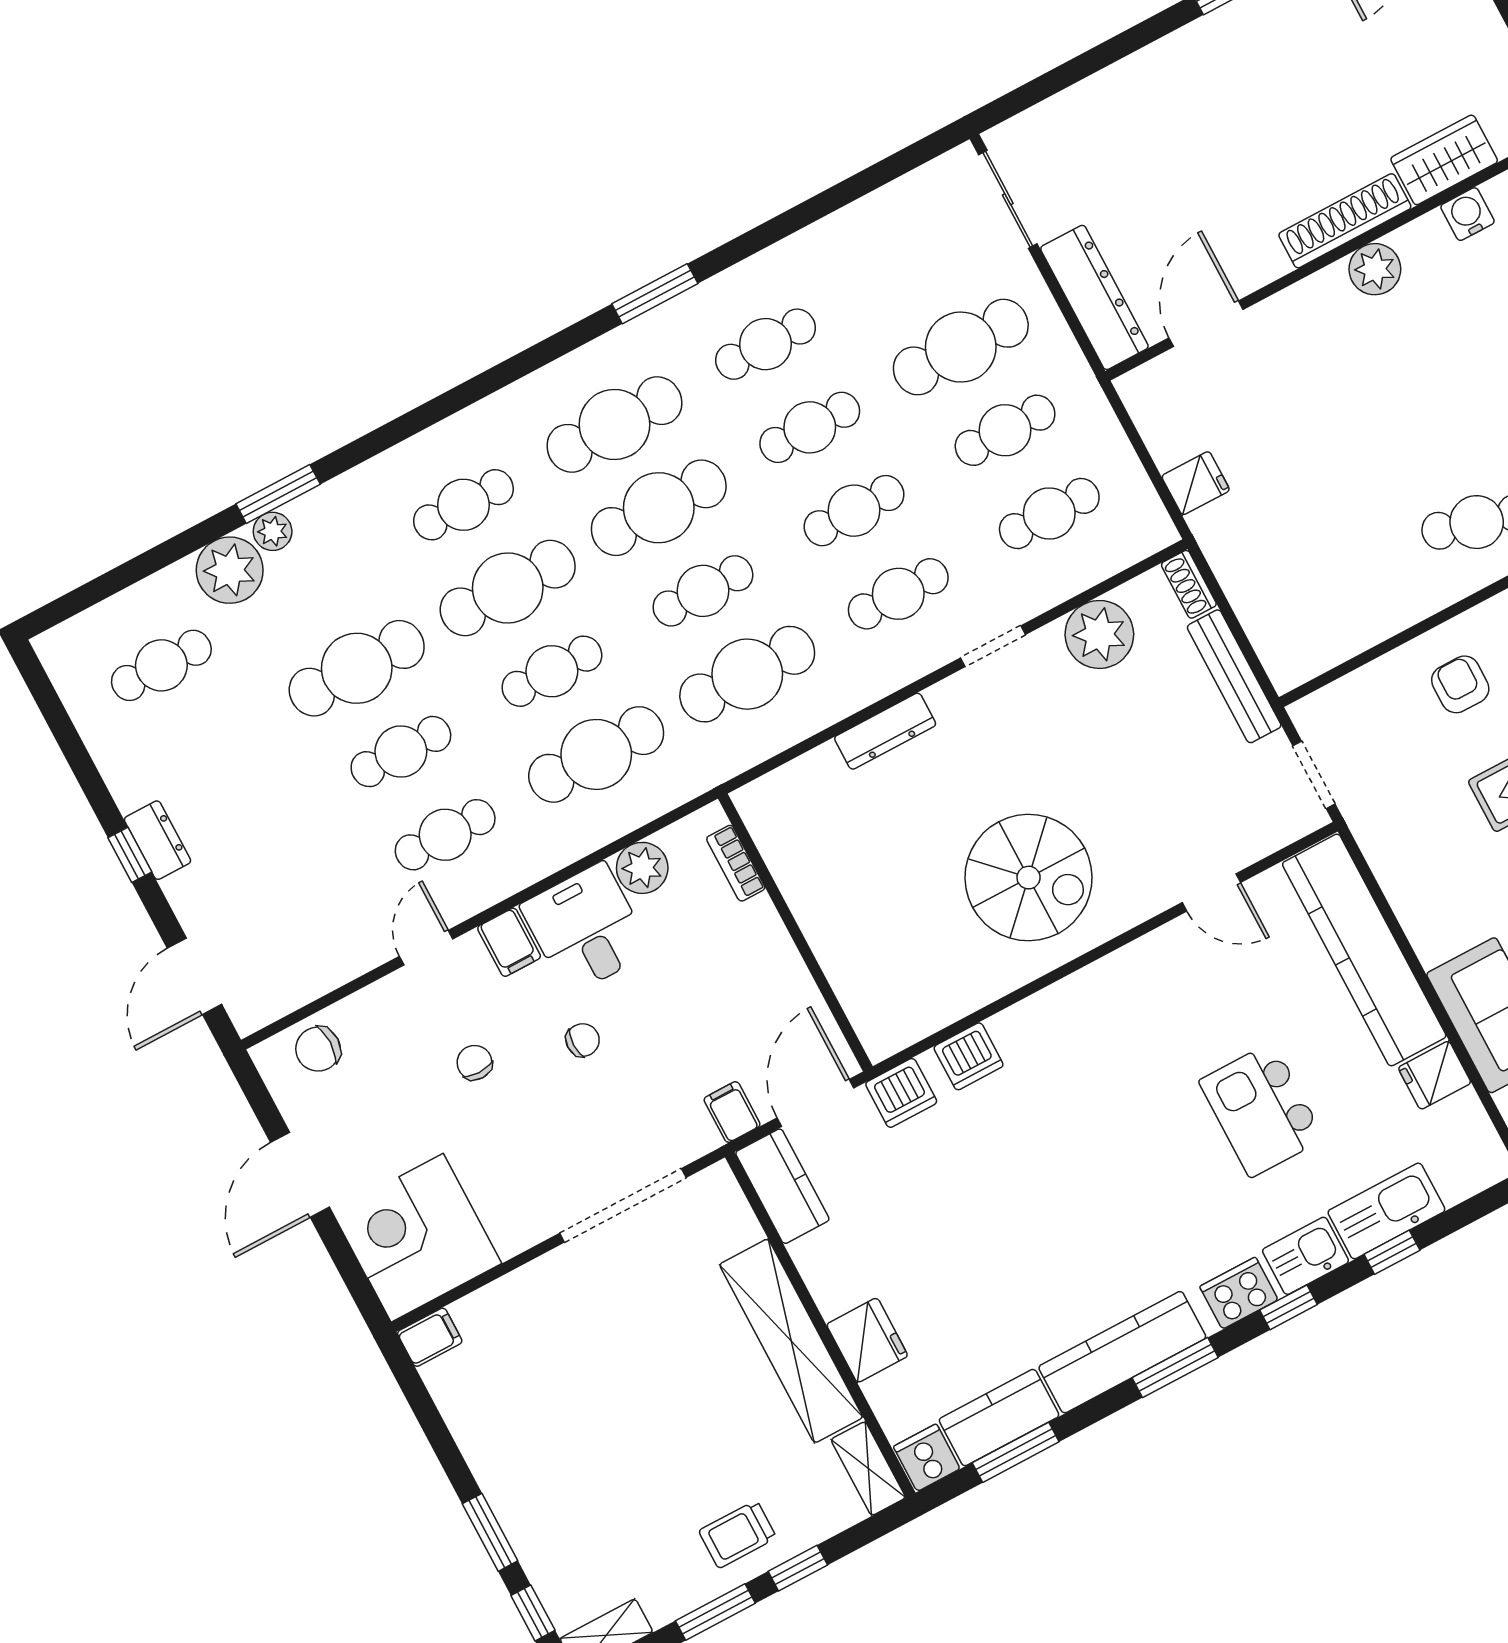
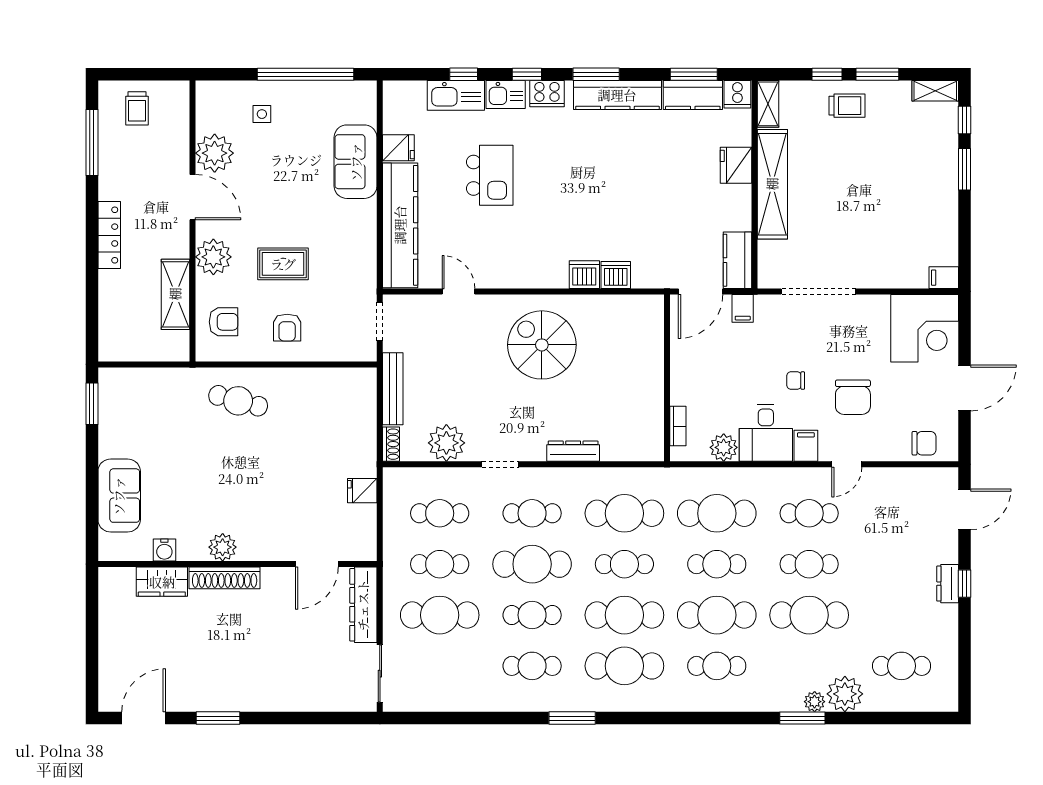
cafe table: (854, 511) -> (532, 564), width x1.37, depth x1.35
chair: (474, 1063) -> (853, 397), width x1.87, depth x1.87
dishwasher: (901, 1093) -> (584, 275), moved

